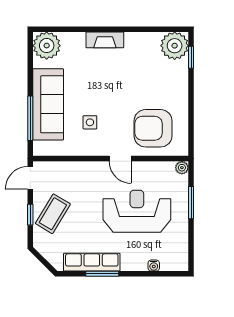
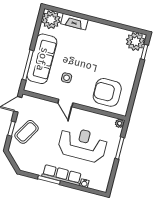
fireplace: (105, 40) -> (74, 22), moved
door: (120, 158) -> (65, 103), moved
row of seats: (92, 262) -> (62, 175), moved

